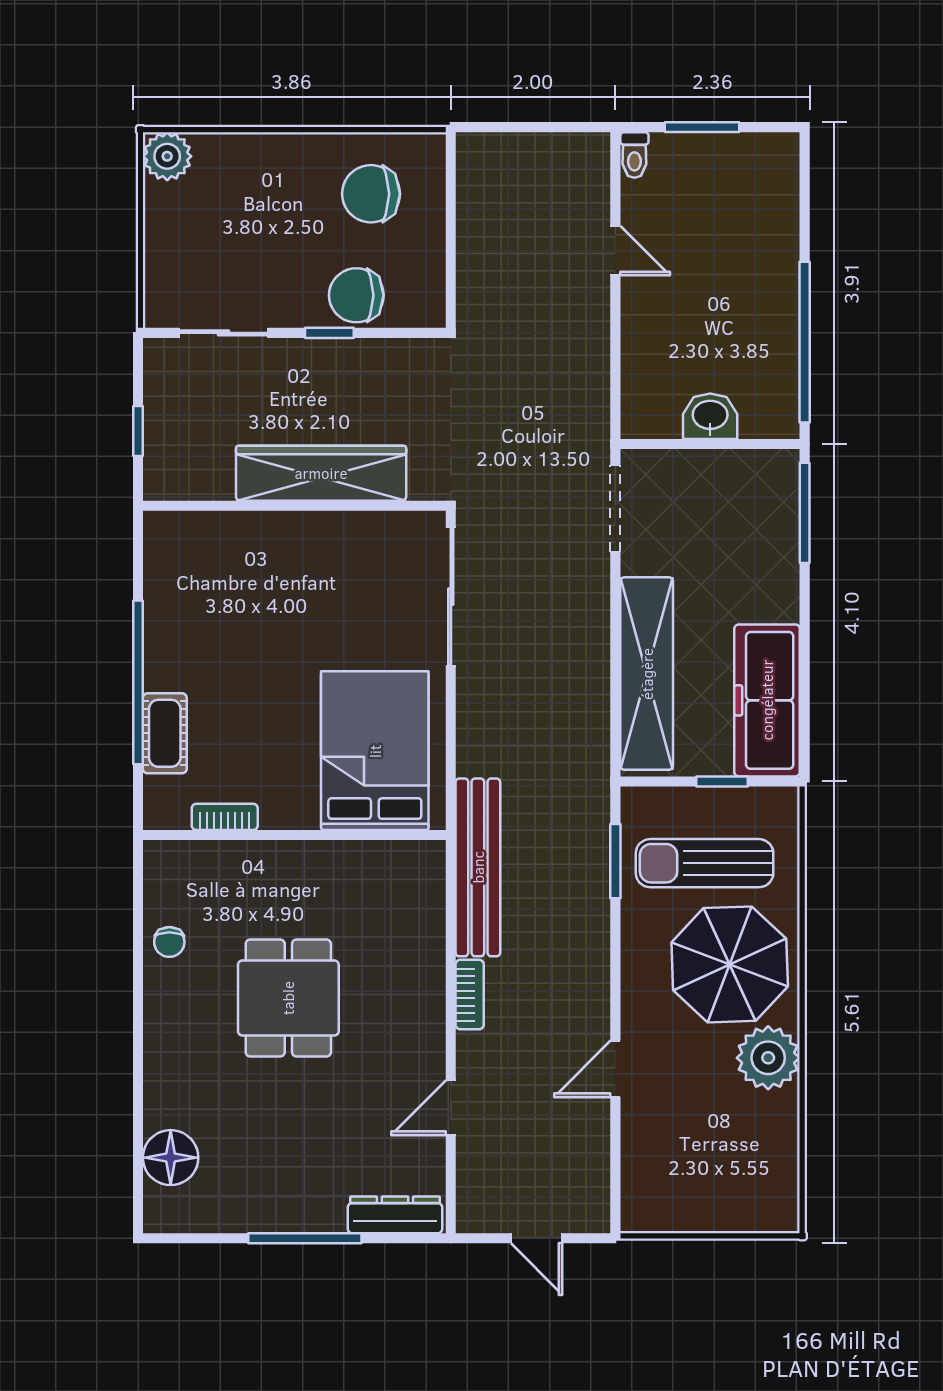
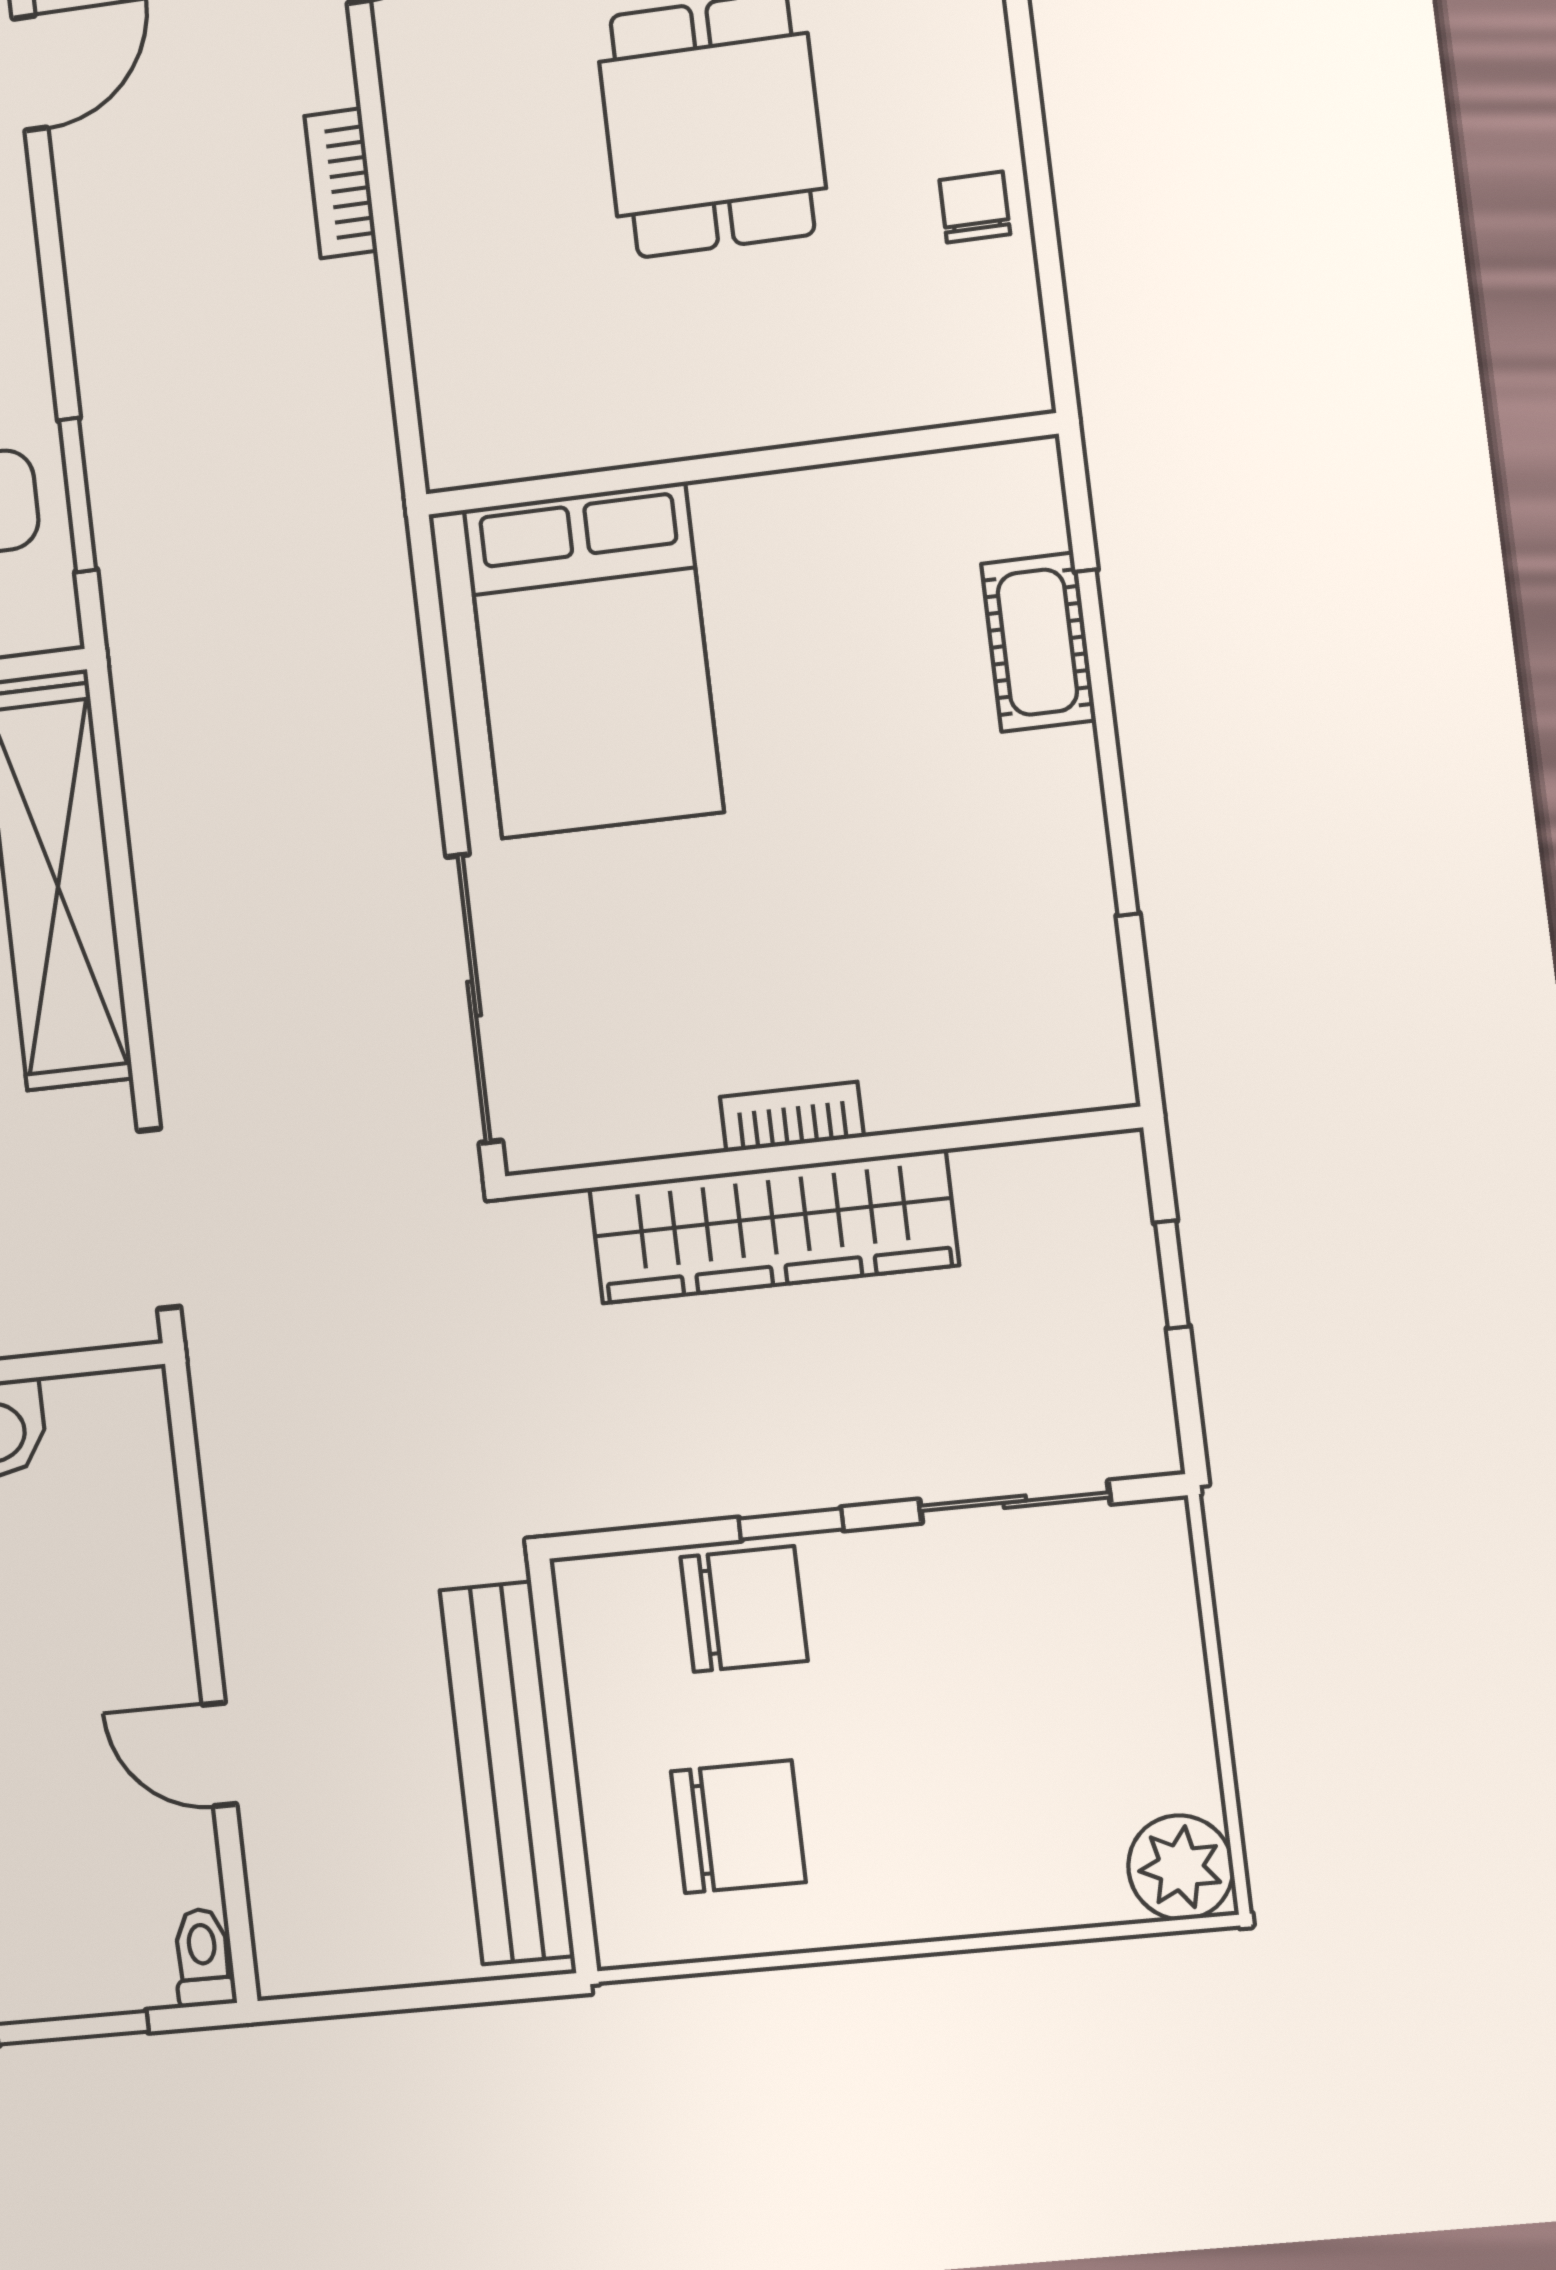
bookcase: (225, 817) -> (792, 1117), moved, turned 180
bench: (478, 867) -> (507, 1773), moved

